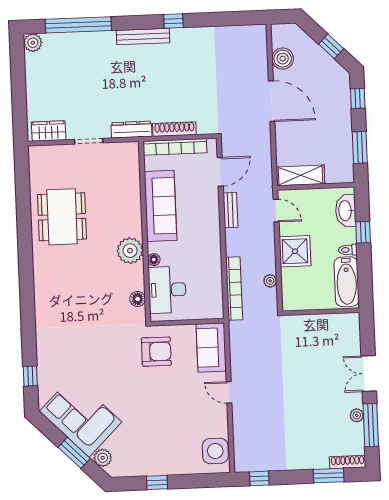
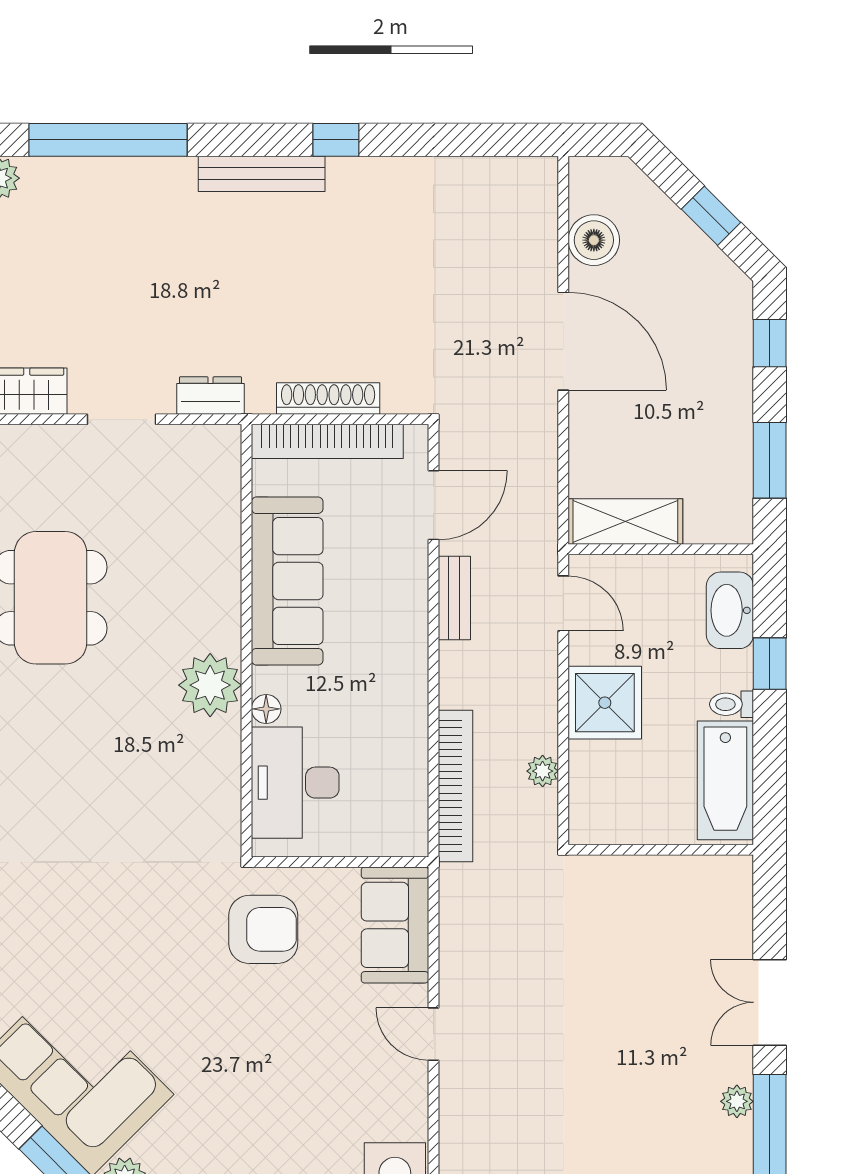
dresser: (131, 130) -> (211, 396), width x0.70
floor lamp: (138, 299) -> (223, 802), removed

